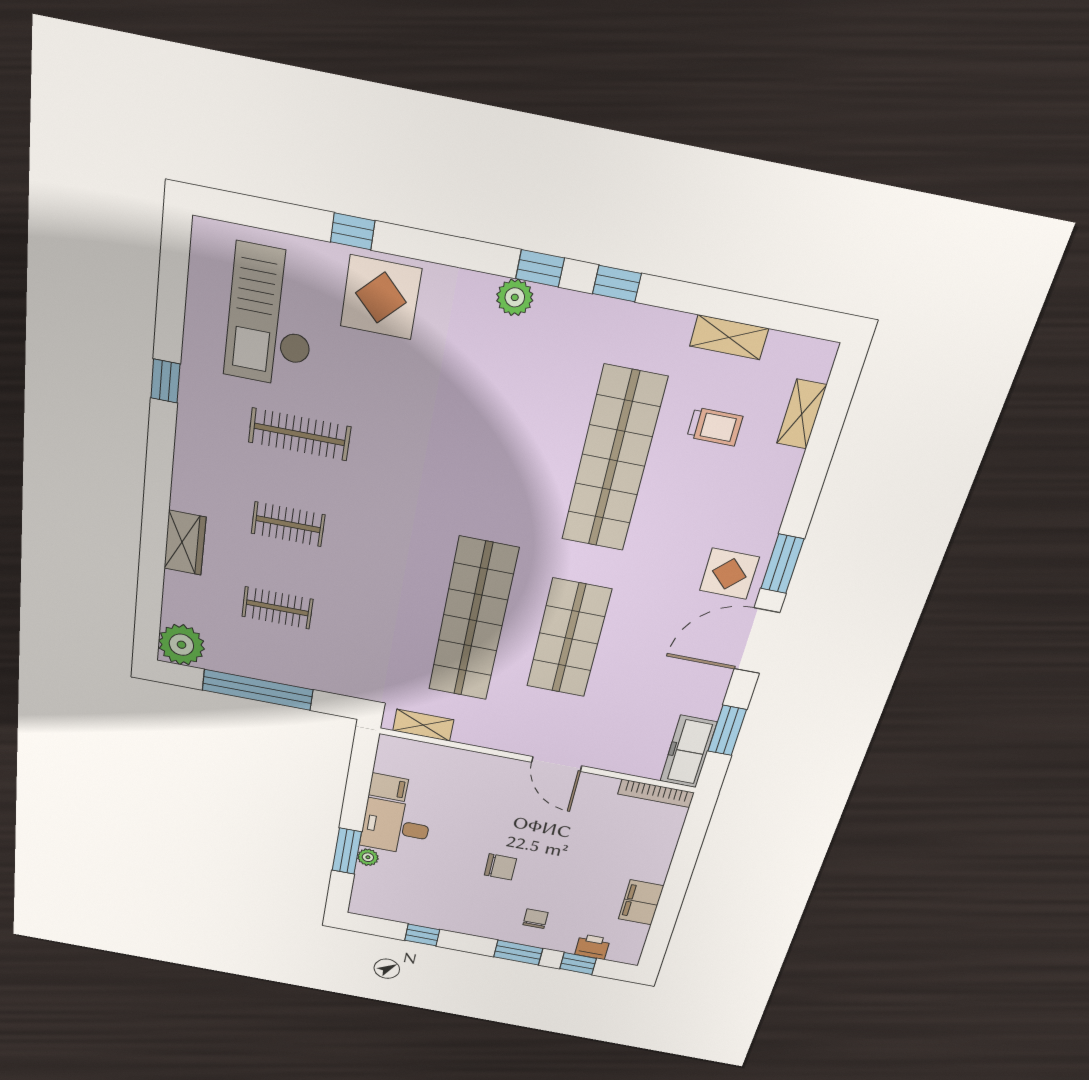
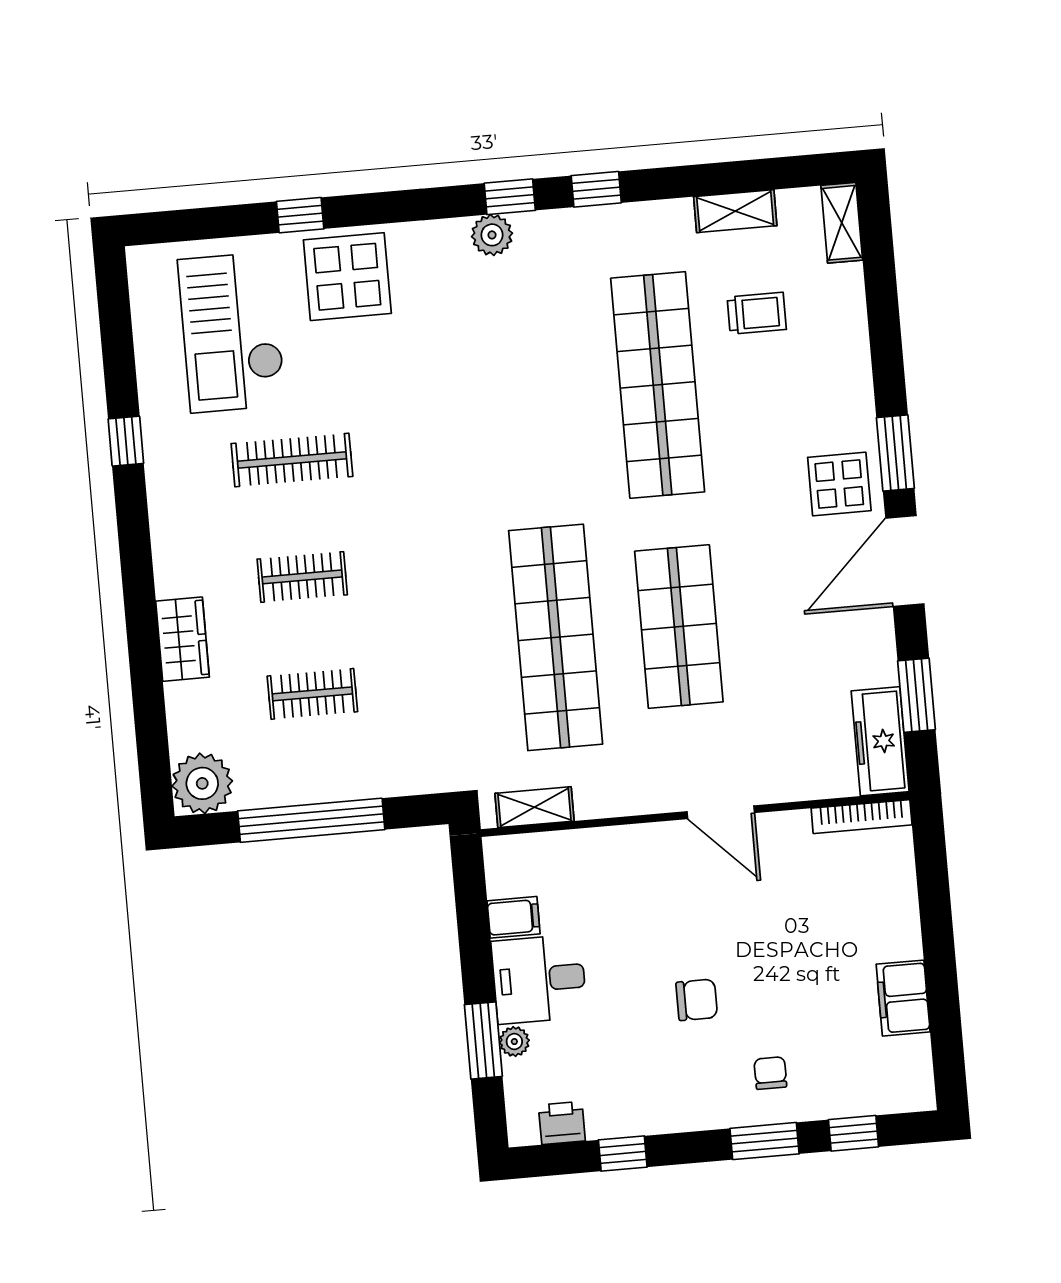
shelving: (802, 414) -> (842, 223), moved
printer: (592, 947) -> (562, 1123), moved

